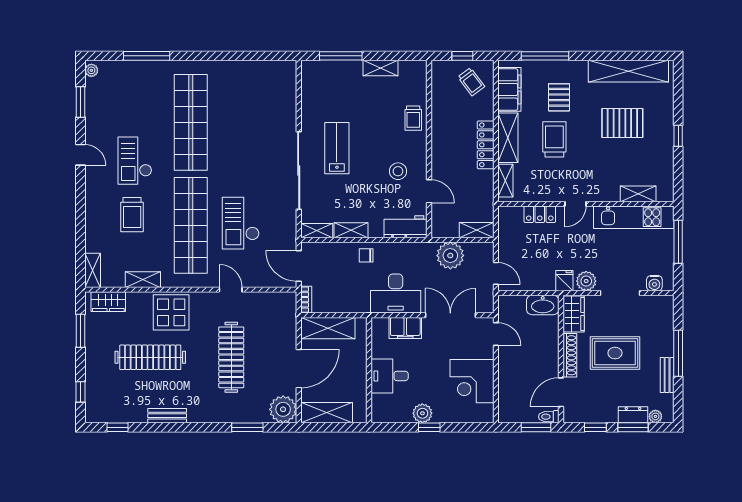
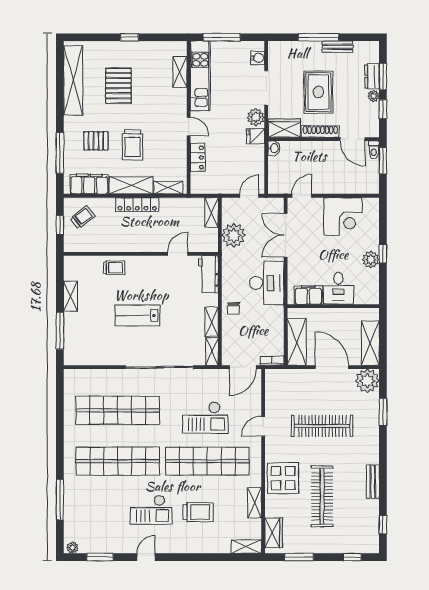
shop shelf: (249, 122) -> (118, 410), added
trolley: (554, 139) -> (132, 145), turned -90
lab bench: (337, 148) -> (137, 315), moved
stool: (398, 171) -> (160, 281), removed
washbasin: (543, 305) -> (274, 148), width x0.52, depth x0.69
filing cabinet: (405, 328) -> (308, 295), moved, turned -90
plant: (655, 416) -> (374, 96), moved

